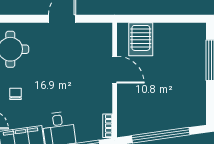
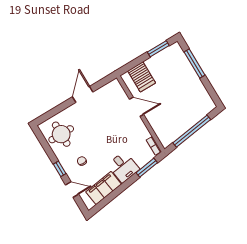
window: (179, 19) -> (158, 49), added

